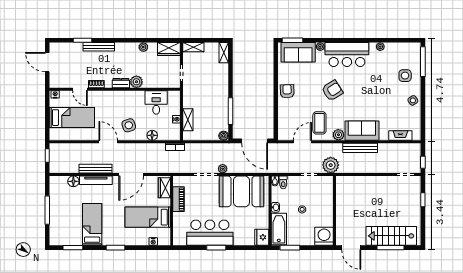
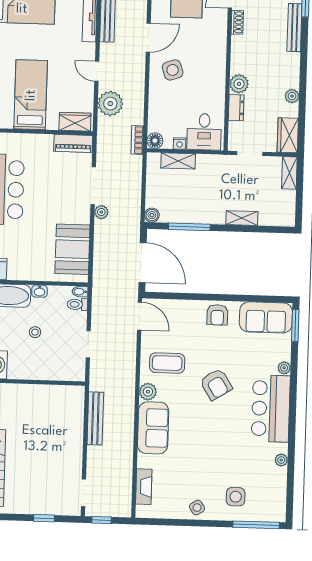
sofa: (298, 52) -> (266, 317), moved, turned -90
shelving: (224, 53) -> (242, 218), moved
dresser: (121, 83) -> (236, 108), moved
armchair: (287, 91) -> (217, 315), turned 92
desk: (156, 102) -> (204, 132), moved, turned 90
floor lamp: (152, 135) -> (155, 141), moved
door: (255, 141) -> (143, 263), swing flipped
door: (302, 142) -> (140, 316), moved
bench: (360, 148) -> (95, 418), moved
plant: (331, 165) -> (110, 104), moved
door: (131, 175) -> (97, 71), width x0.53
booth: (242, 191) -> (72, 249), width x0.73, depth x0.70
piano: (179, 199) -> (73, 143), moved

